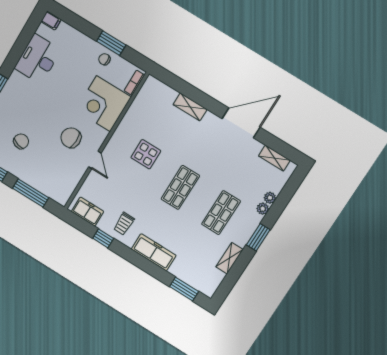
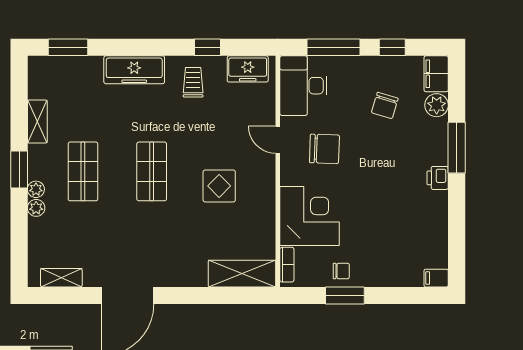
desk: (38, 59) -> (303, 86), moved, turned 180
printer: (15, 80) -> (438, 178), added
shelving: (190, 107) -> (242, 274), moved, width x1.50, depth x1.33
plant: (270, 198) -> (36, 189), moved

